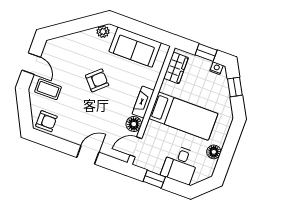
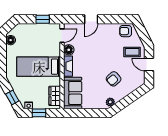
sofa: (135, 47) -> (73, 93), moved, turned 90
armchair: (97, 80) -> (114, 79), moved
floor lamp: (214, 152) -> (11, 40), moved
desk: (180, 165) -> (29, 35), removed

